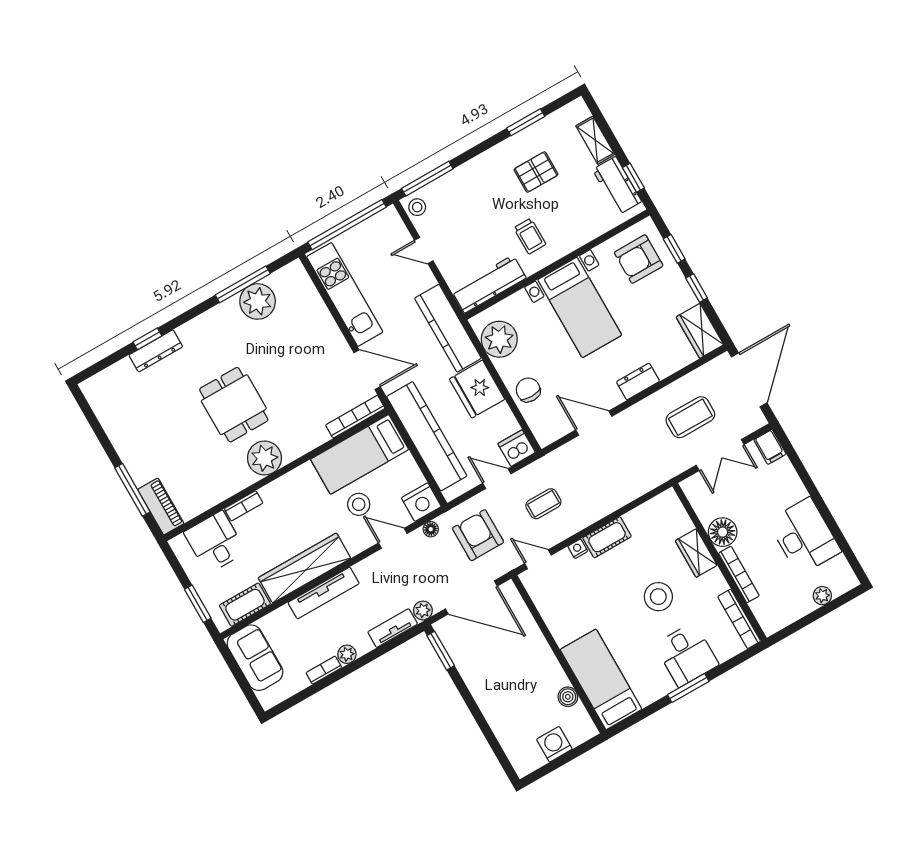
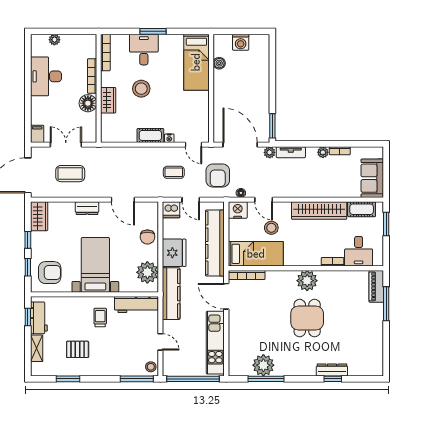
tv unit: (324, 593) -> (317, 192), removed

